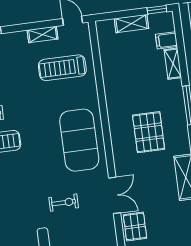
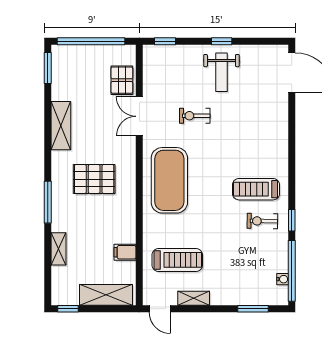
shelving: (131, 24) -> (106, 295), width x1.50, depth x1.33
filing cabinet: (166, 40) -> (125, 252), moved, turned 180
pallet: (149, 132) -> (94, 179), turned 90

